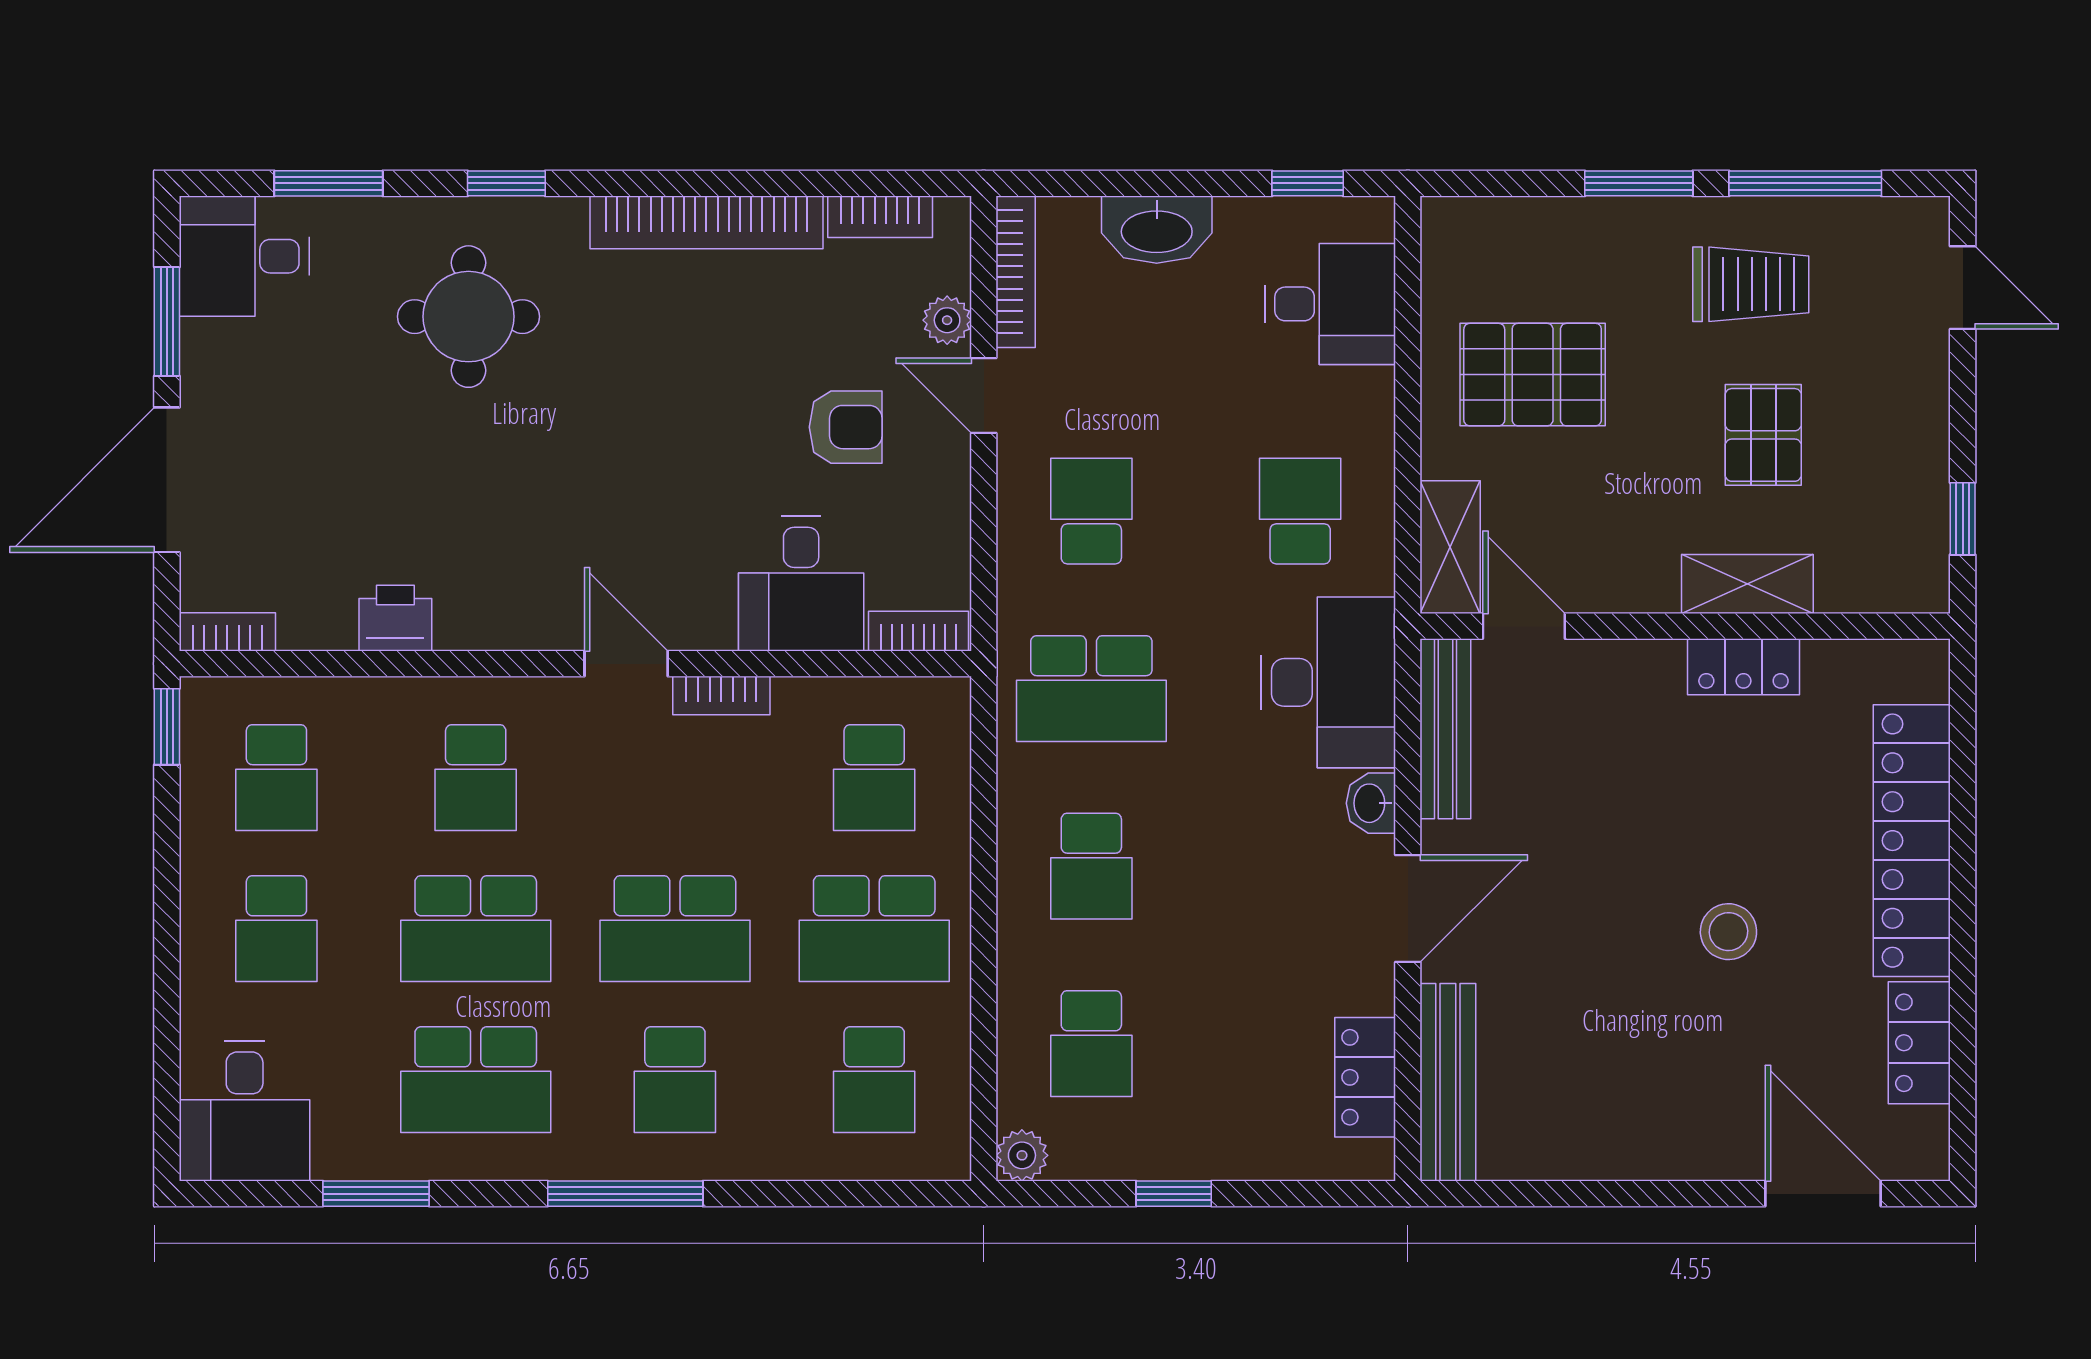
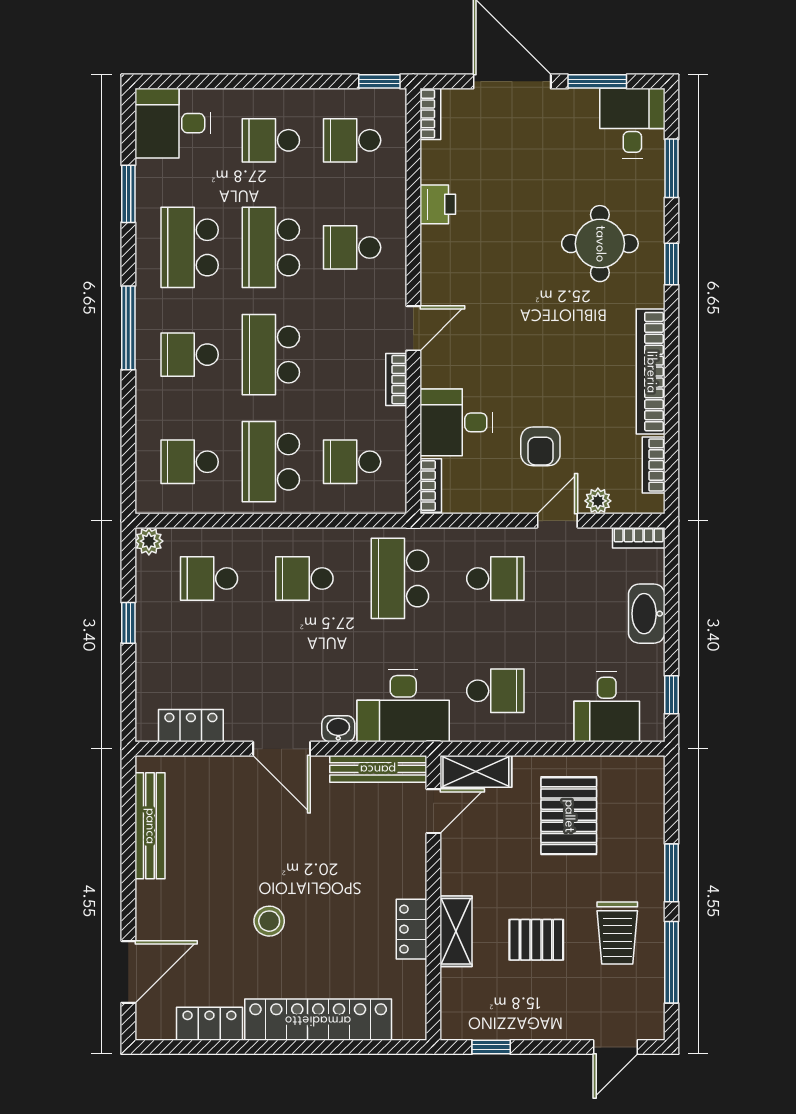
bookcase: (1016, 272) -> (639, 538), width x0.64
bench: (1448, 1082) -> (150, 826), moved, turned 90

